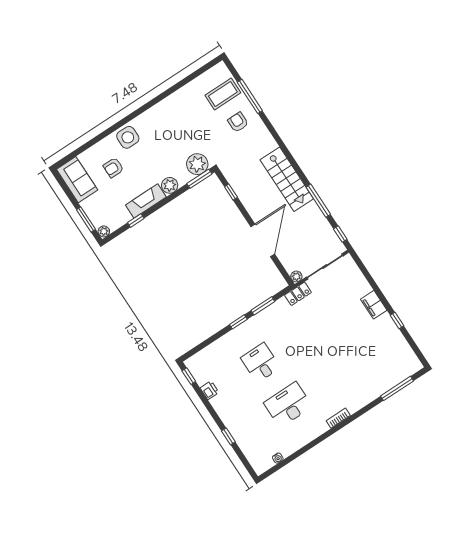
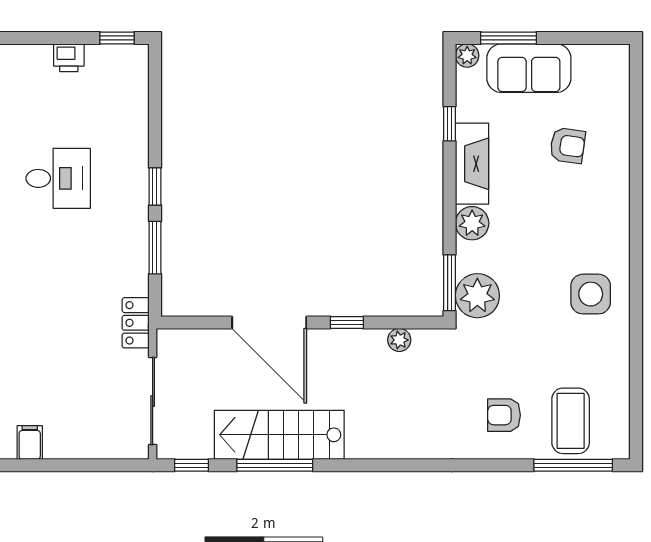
window: (250, 96) -> (573, 465), moved
armchair: (238, 122) -> (504, 415), turned 180
side table: (128, 137) -> (591, 294), moved
armchair: (113, 168) -> (568, 146), turned 98
stairs: (287, 179) -> (279, 435), moved
sofa: (77, 180) -> (529, 68), moved
window: (231, 192) -> (347, 323), moved
plant: (296, 276) -> (399, 340), moved
filing cabinet: (374, 305) -> (30, 442), width x0.50

